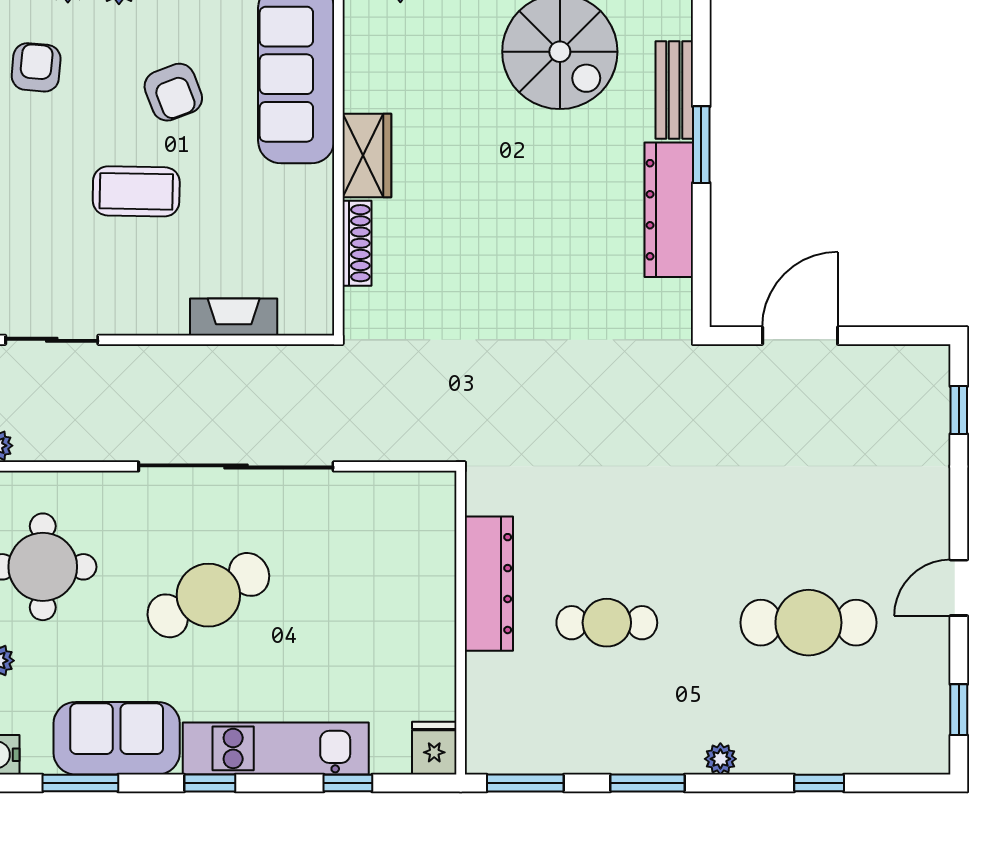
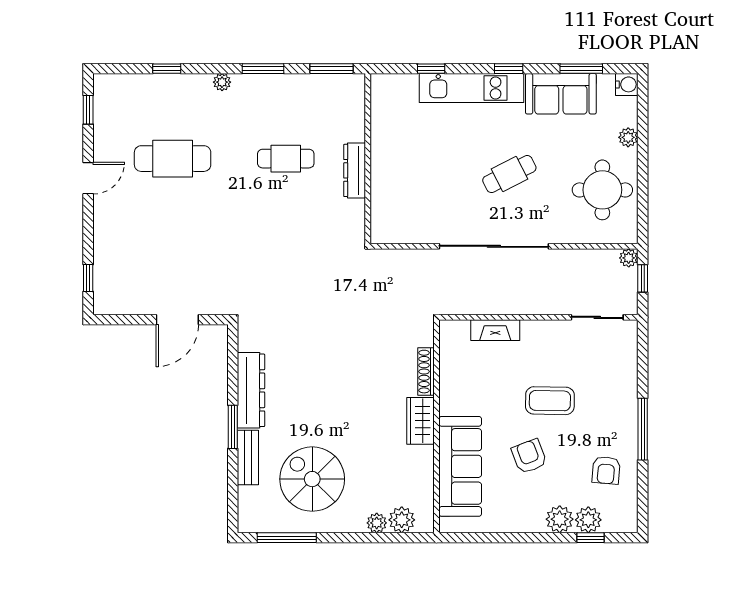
dresser: (489, 584) -> (355, 170), width x0.73, depth x0.80
cafe table: (208, 595) -> (509, 174), width x0.73, depth x0.74
fridge: (434, 748) -> (383, 88), removed

